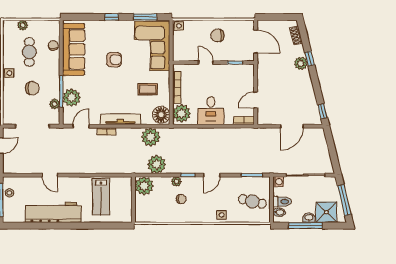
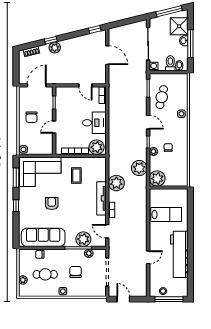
floor lamp: (161, 115) -> (98, 164), removed
plant: (151, 137) -> (116, 183), moved
cafe table: (252, 201) -> (162, 97), moved

